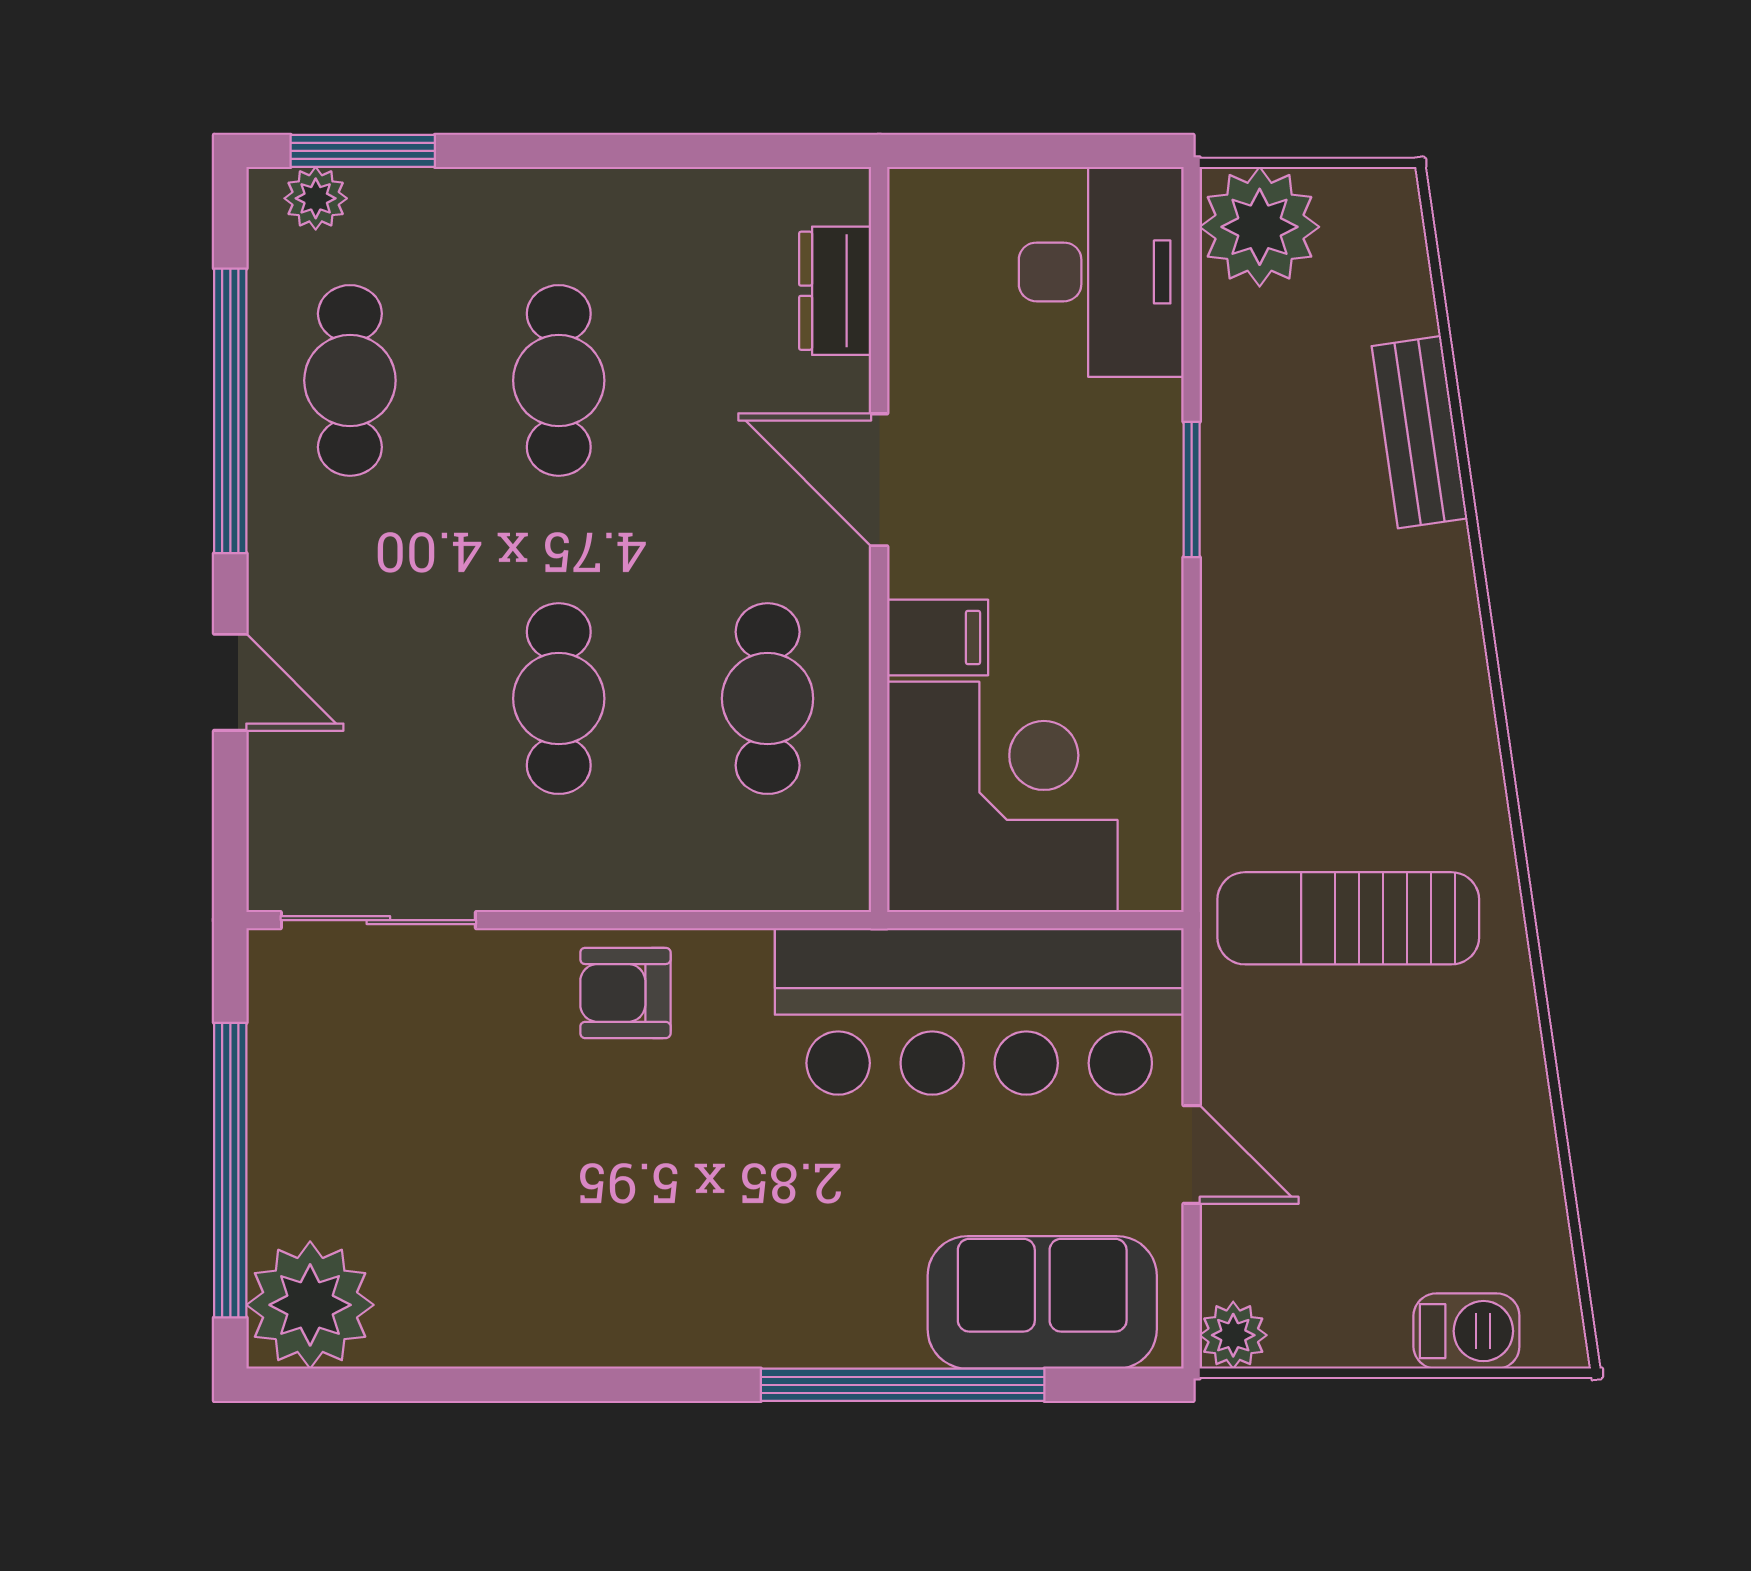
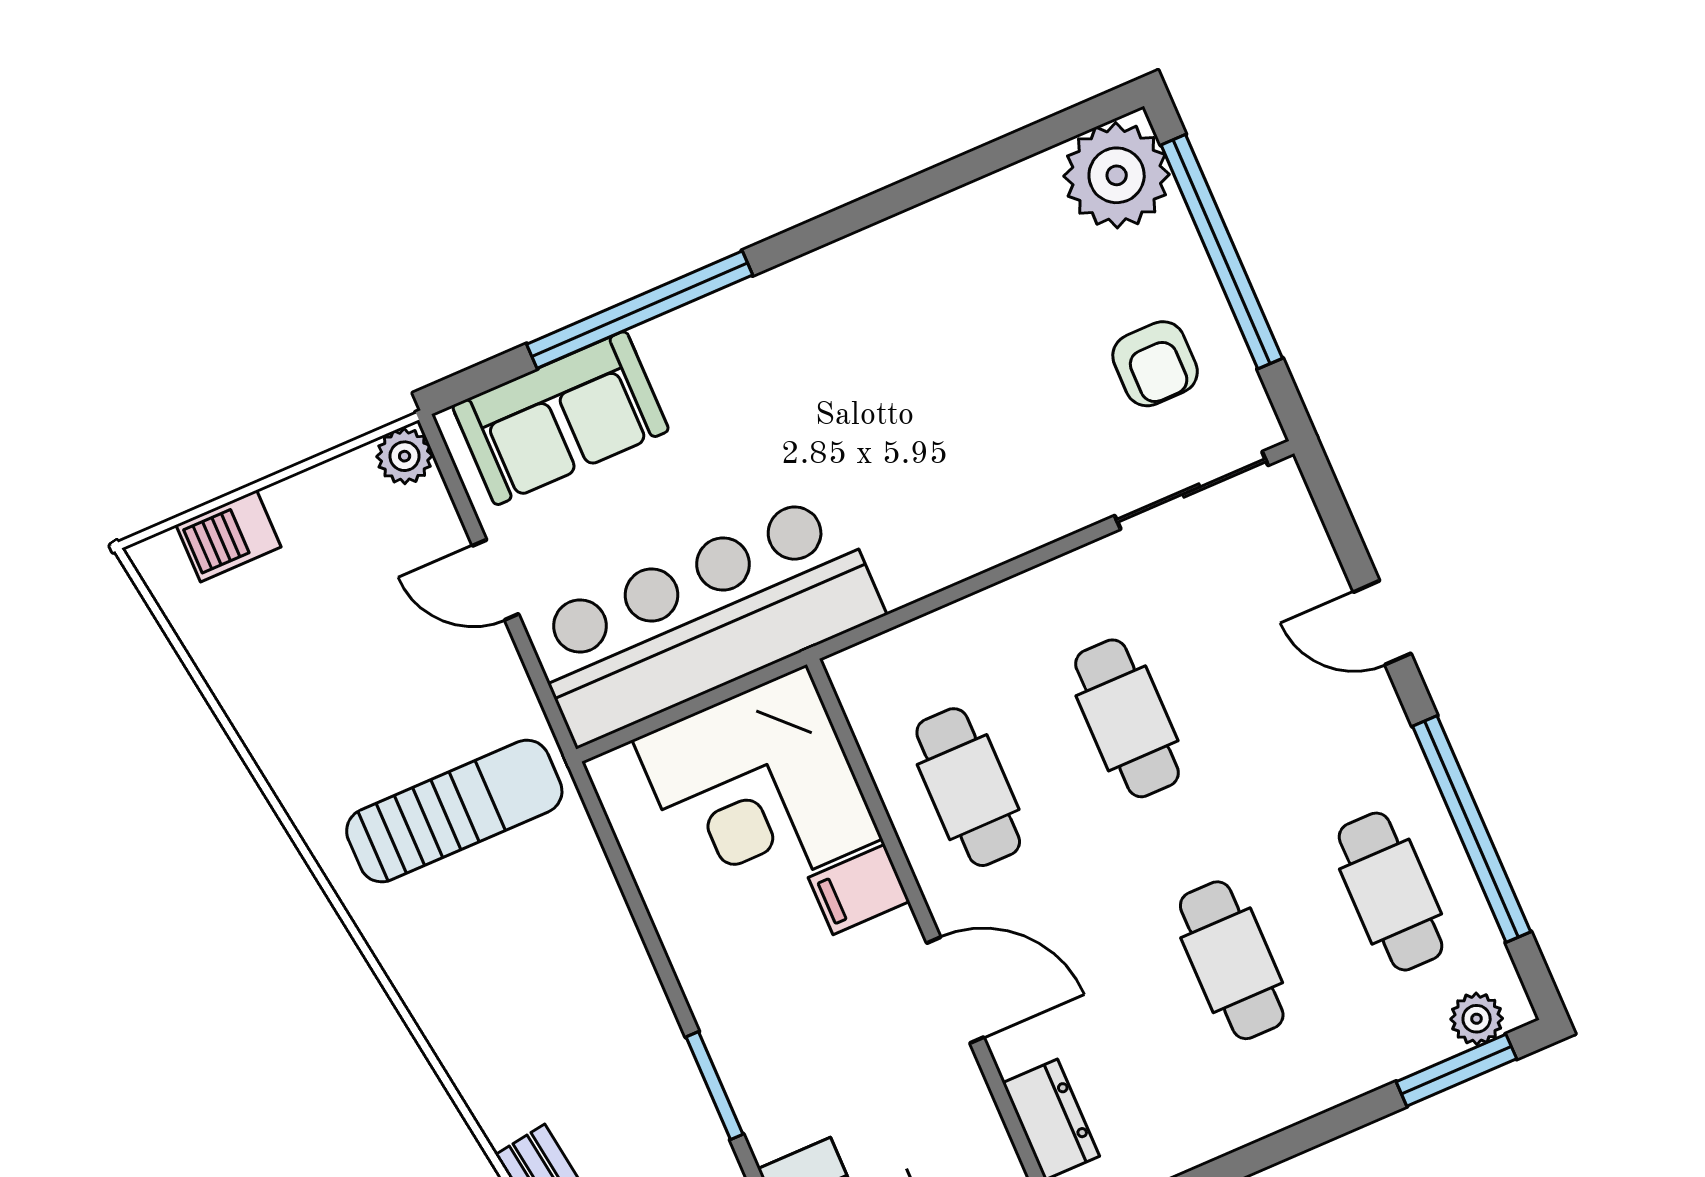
armchair: (625, 993) -> (1155, 364), moved, turned 90

